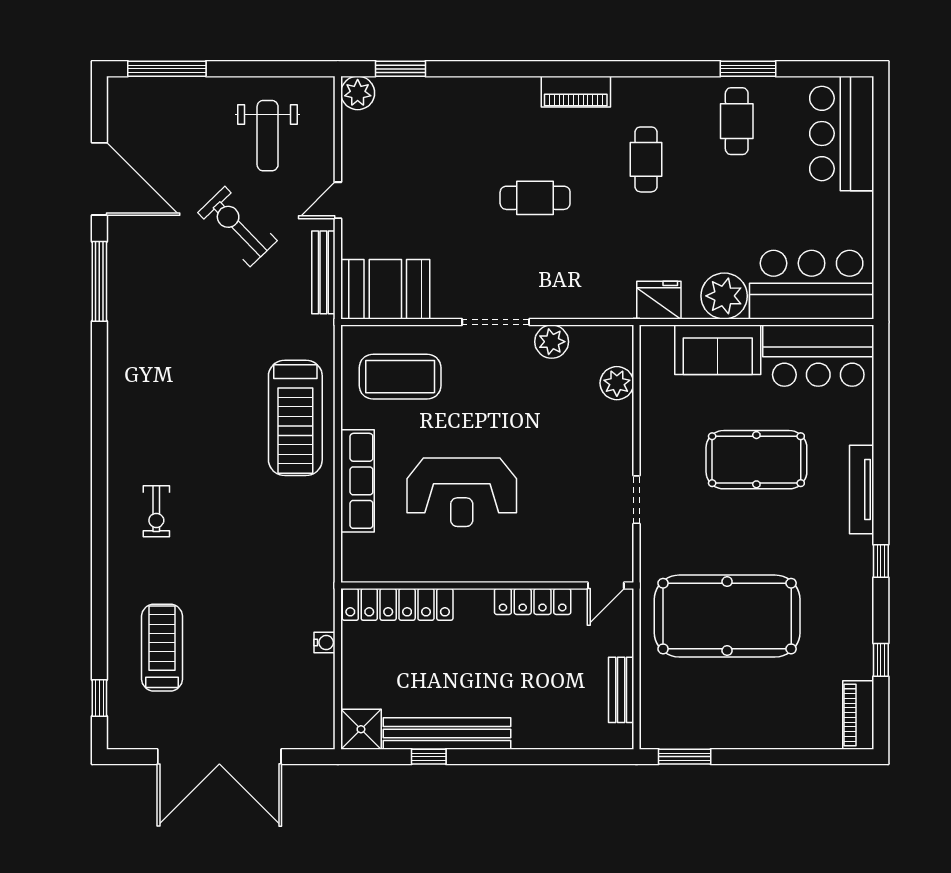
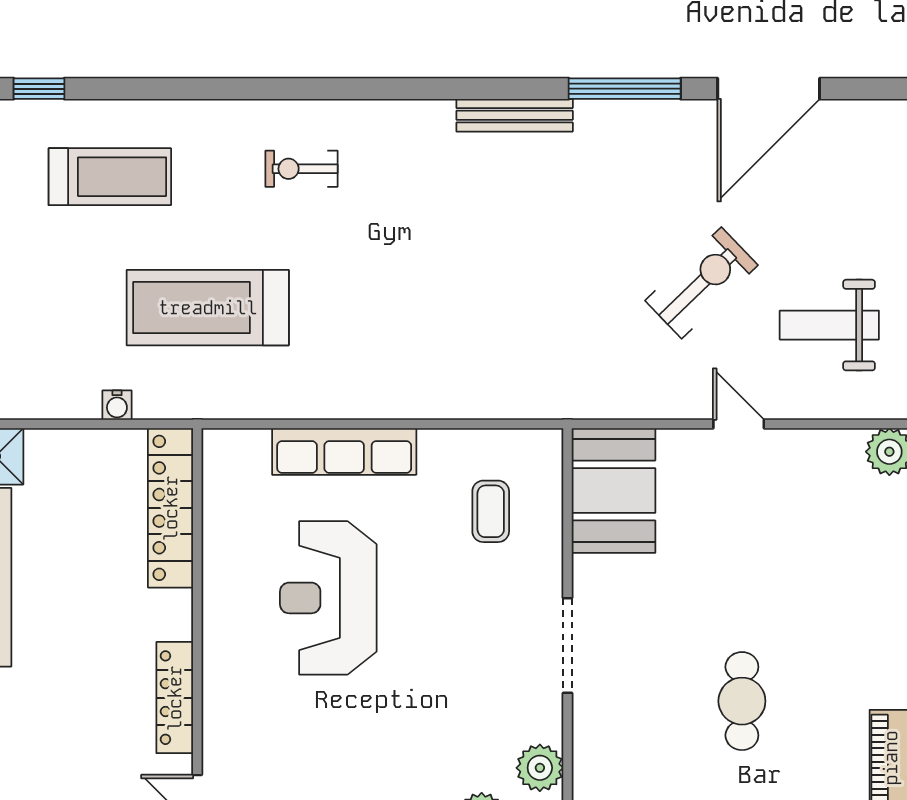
bench: (323, 272) -> (515, 115), moved
plant: (552, 342) -> (540, 768), moved
coffee table: (400, 377) -> (491, 511), width x0.54, depth x0.58
treadmill: (295, 418) -> (208, 308), moved

